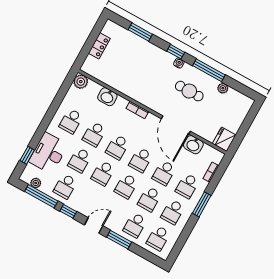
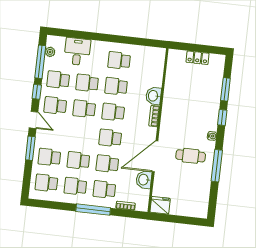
window: (176, 52) -> (222, 118), moved
plant: (81, 82) -> (158, 54), removed
plant: (223, 88) -> (206, 185), removed
cafe table: (189, 91) -> (191, 156), turned 90
washbasin: (107, 97) -> (153, 96), moved
desk: (48, 153) -> (77, 52), width x0.73
window: (27, 155) -> (72, 34), removed
school desk: (126, 186) -> (55, 105), moved
window: (202, 204) -> (93, 210), width x1.44

